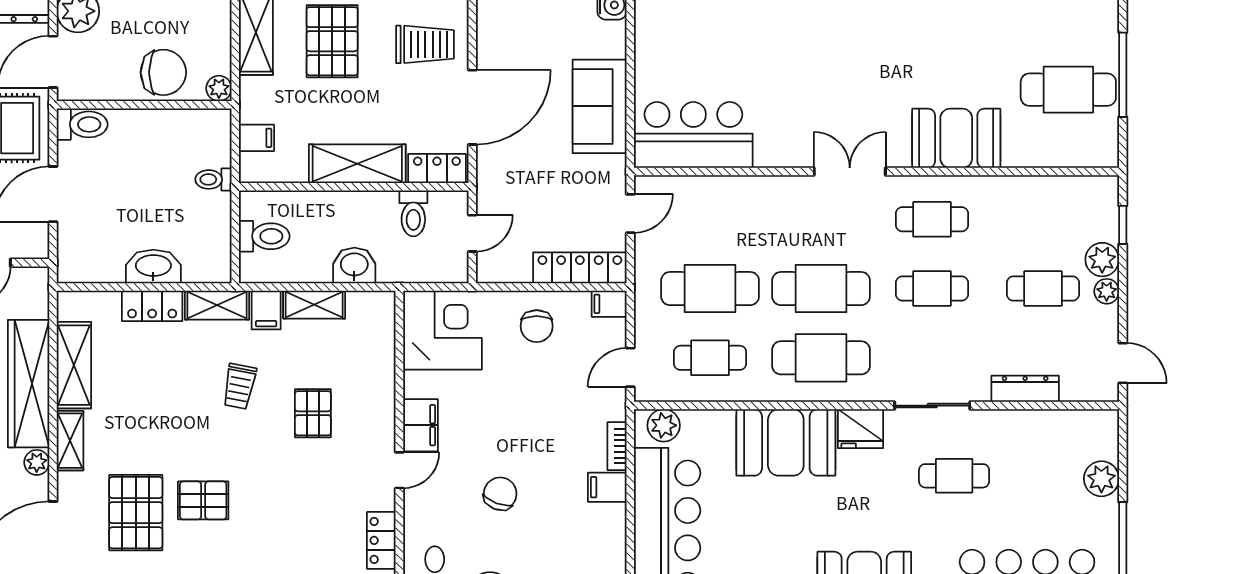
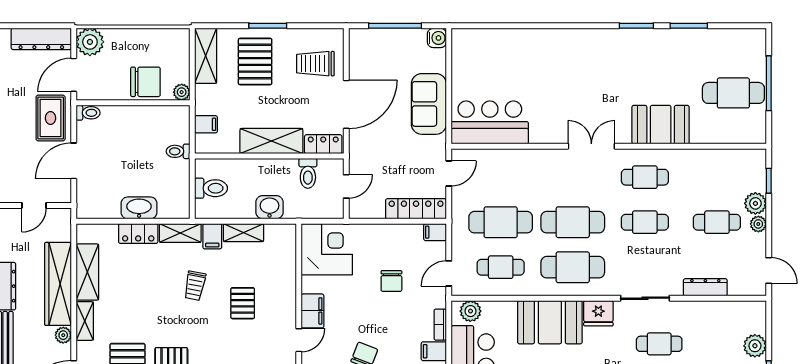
trolley: (425, 44) -> (315, 64), turned 180
toilet: (82, 124) -> (88, 113), width x0.73, depth x0.72
chair: (537, 326) -> (391, 281), moved

